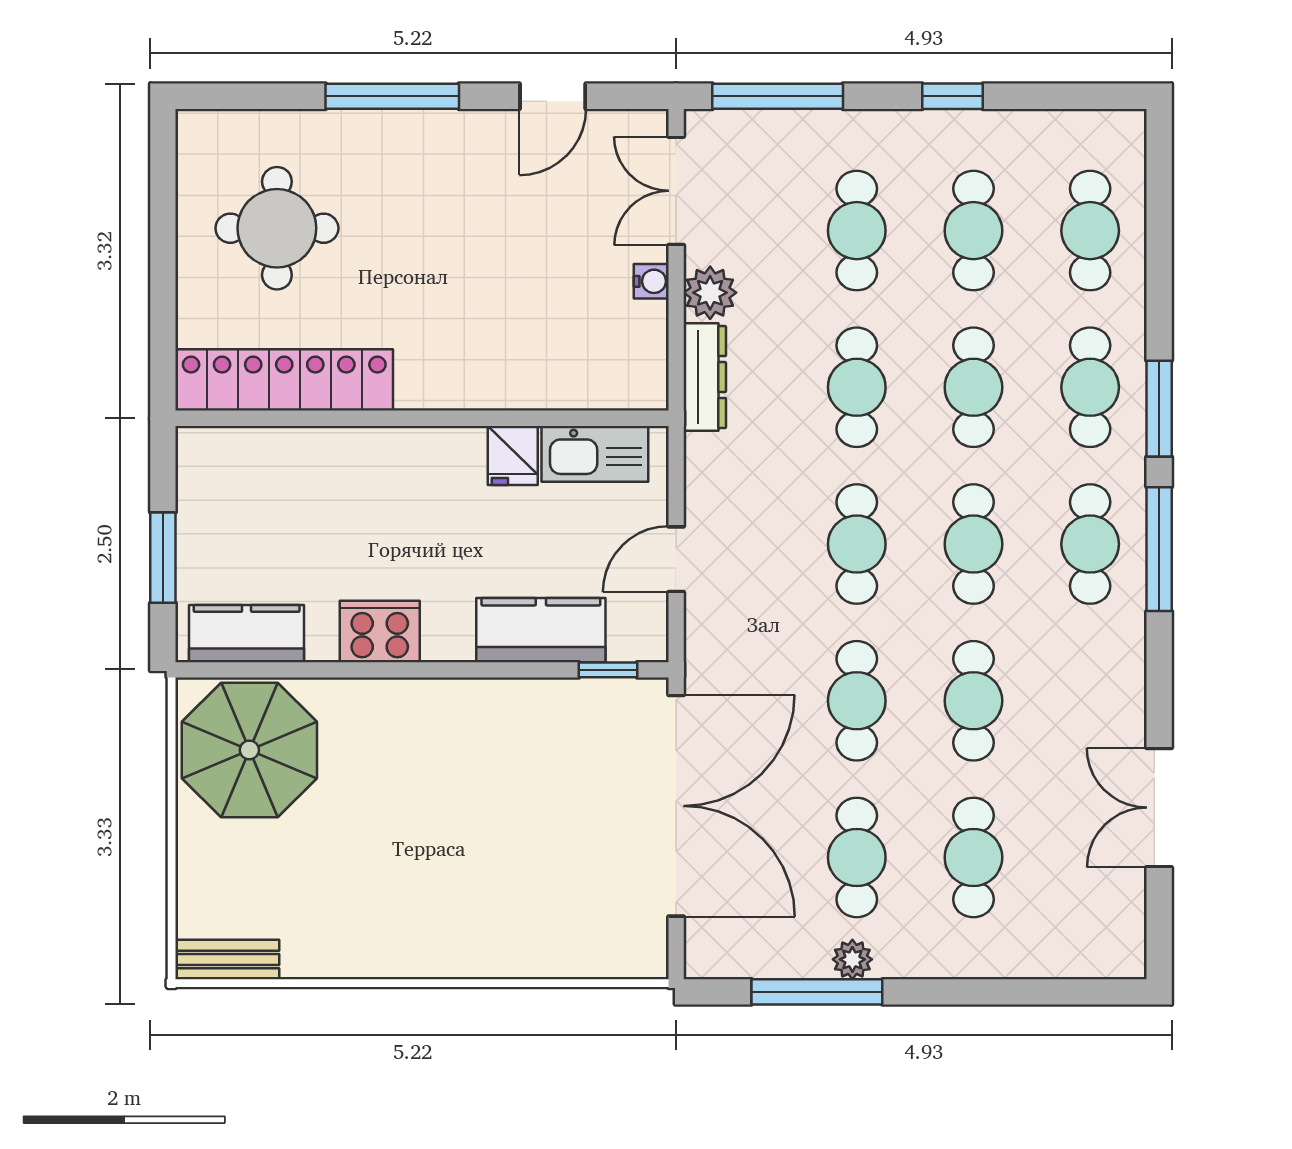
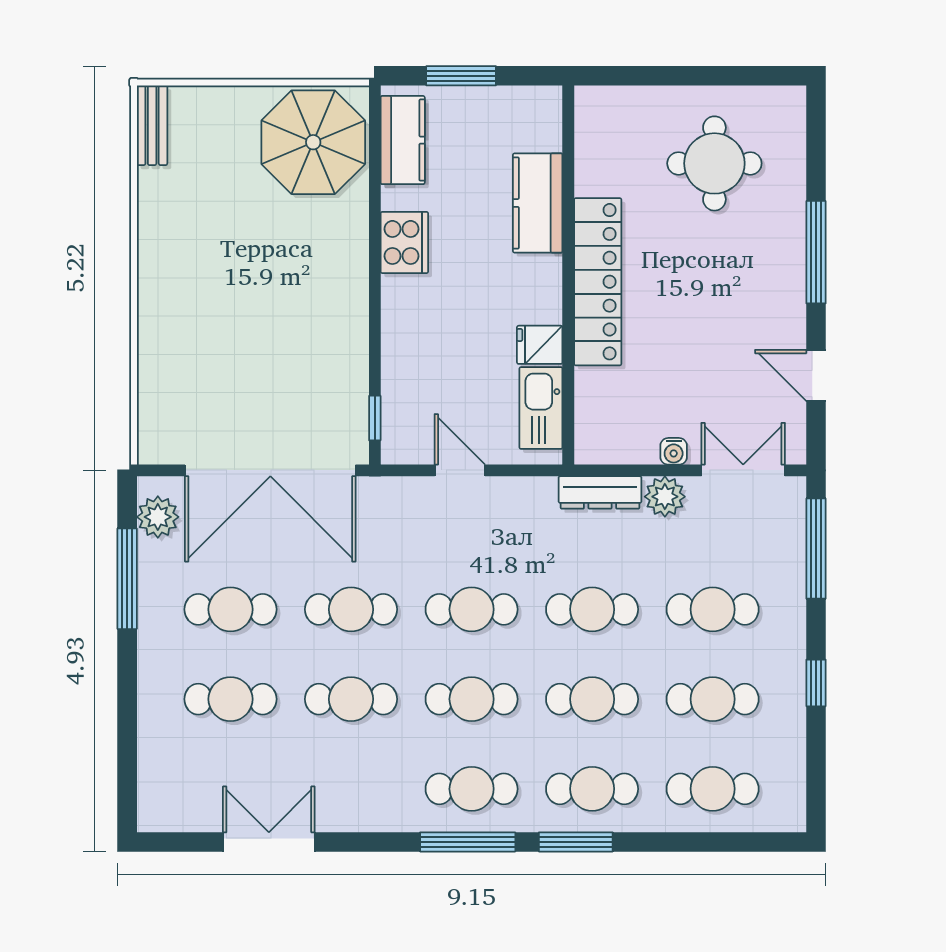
locker: (284, 380) -> (598, 282), moved
kitchen counter: (541, 630) -> (538, 203), moved, turned 180
plant: (852, 959) -> (158, 517), moved, width x1.38, depth x1.38

